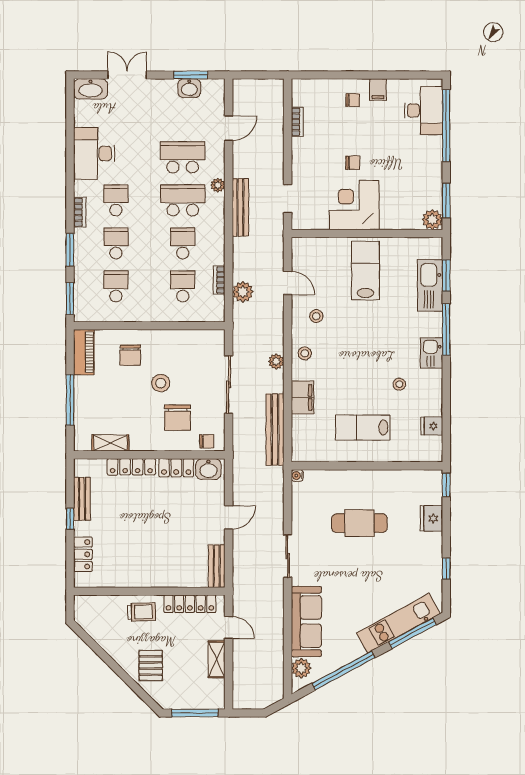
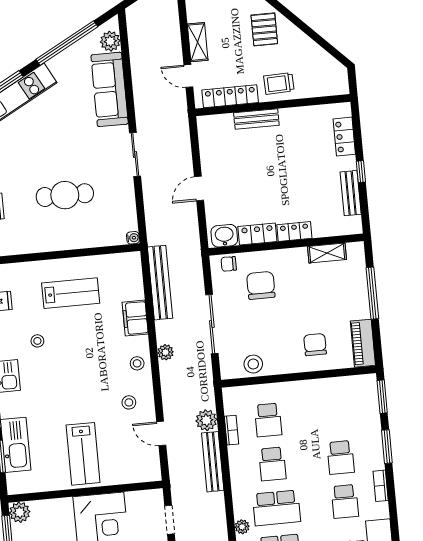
bench: (240, 207) -> (213, 462), moved
school desk: (116, 286) -> (336, 413), removed
stool: (161, 383) -> (253, 364), moved
locker: (131, 467) -> (294, 231), width x0.66
bench: (217, 566) -> (256, 119), moved, turned 90

